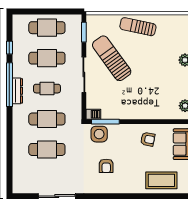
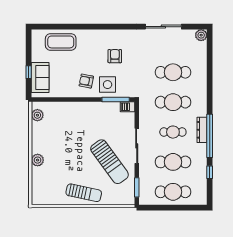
side table: (99, 134) -> (108, 85), moved
armchair: (148, 139) -> (86, 81), moved
plant: (18, 187) -> (201, 35), added

